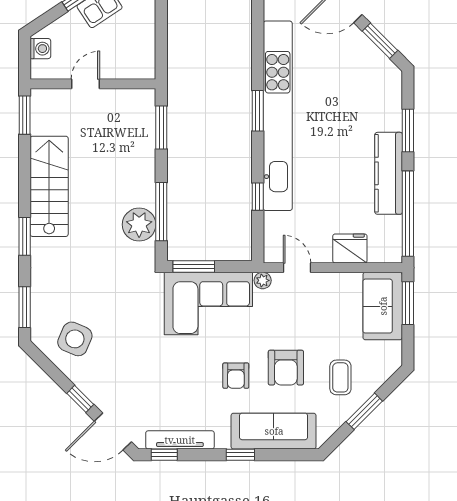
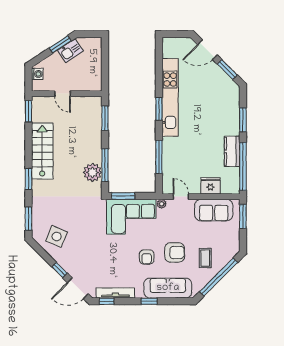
door: (86, 84) -> (63, 94), swing flipped
kitchen unit: (278, 116) -> (170, 97), width x0.73
kitchen counter: (389, 173) -> (232, 151), width x0.67
window: (258, 197) -> (159, 157), width x2.17
sofa: (383, 306) -> (214, 210), moved, turned -90
armchair: (286, 368) -> (175, 252), turned -90
window: (364, 411) -> (219, 277), width x2.11

